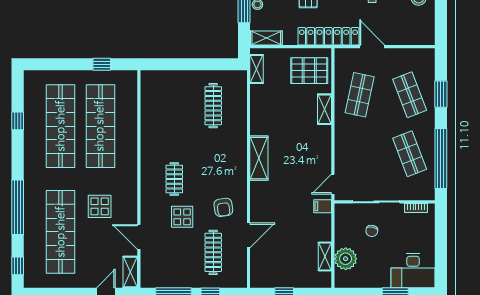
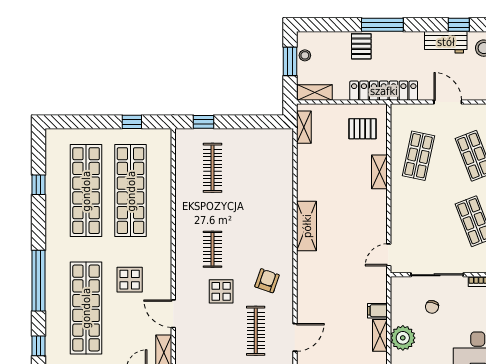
door: (372, 47) -> (448, 102), moved
window: (166, 64) -> (203, 122), added
pallet: (309, 71) -> (362, 129), width x0.67, depth x0.71
clothes rail: (213, 106) -> (213, 168), moved
filing cabinet: (323, 206) -> (377, 311), moved
armchair: (223, 207) -> (267, 281), turned -153
door: (248, 235) -> (295, 337), moved

